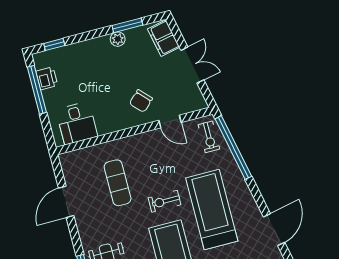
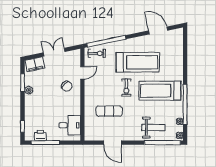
treadmill: (212, 209) -> (138, 62), turned 180

